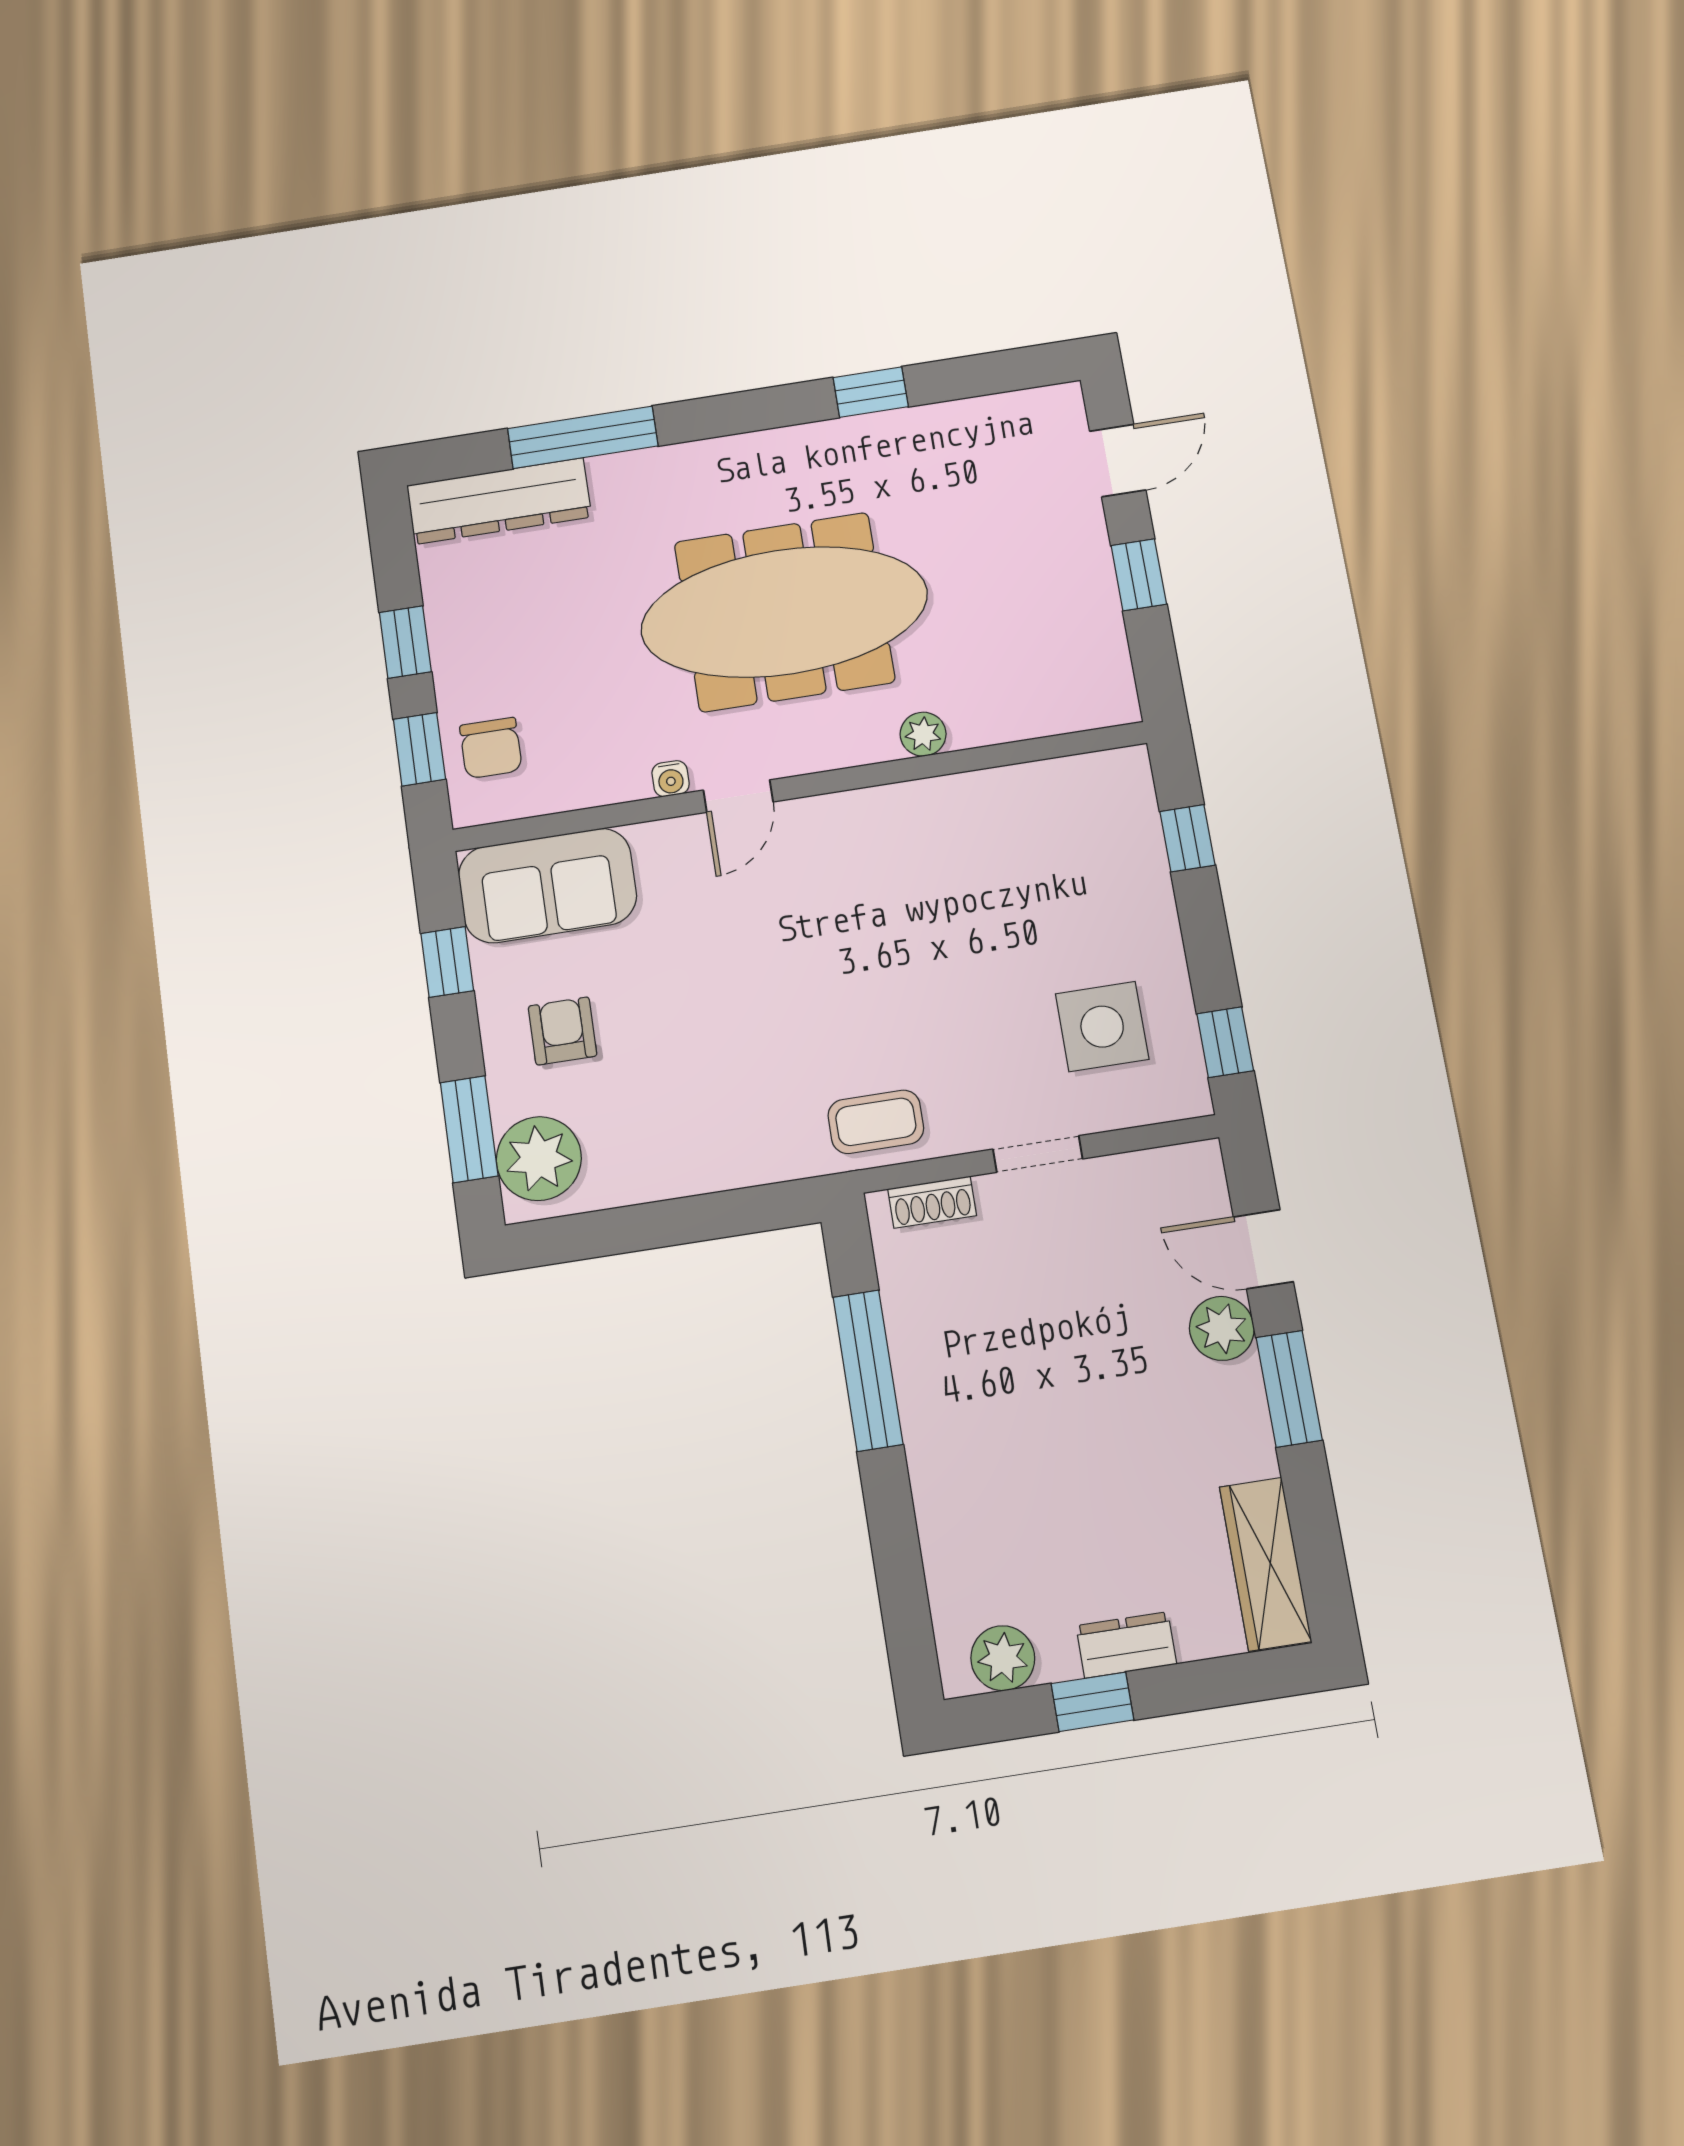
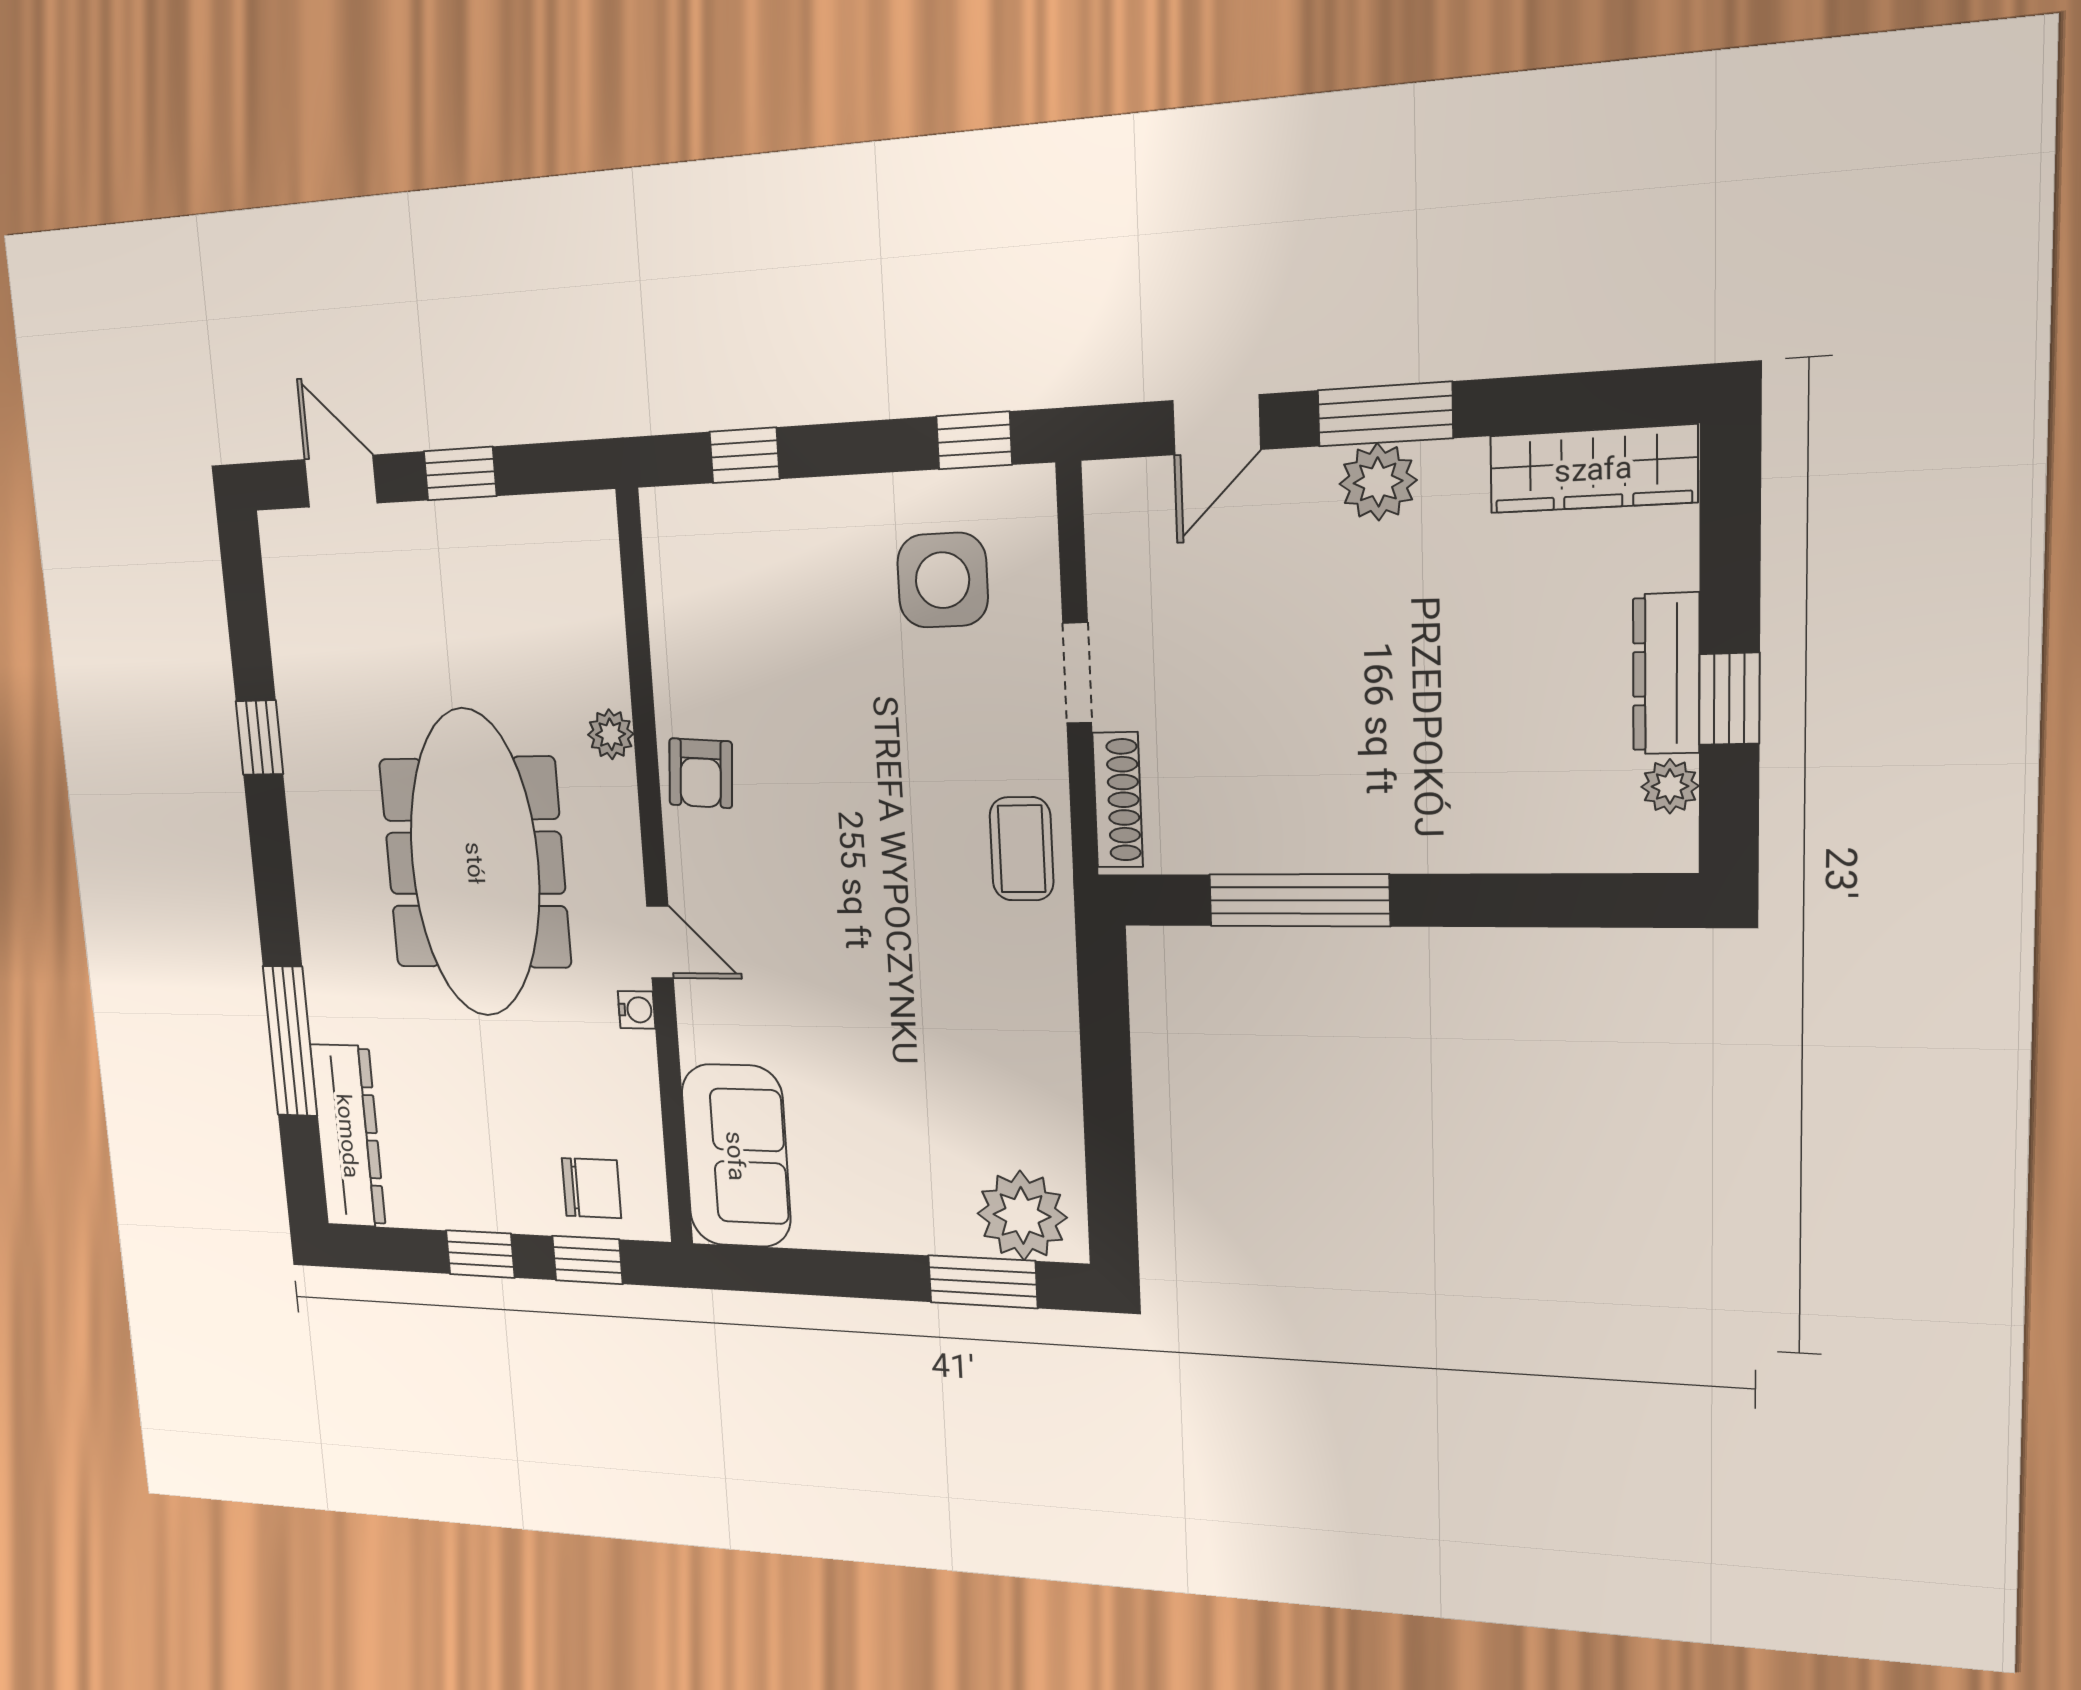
window: (447, 962) -> (806, 1272), removed
armchair: (563, 1031) -> (701, 773), moved, turned -86
shoe rack: (932, 1202) -> (1118, 800), width x1.43
plant: (1222, 1328) -> (1378, 482), moved
dresser: (1126, 1645) -> (1666, 674), width x1.44
plant: (1003, 1658) -> (1670, 786), width x0.73, depth x0.73

